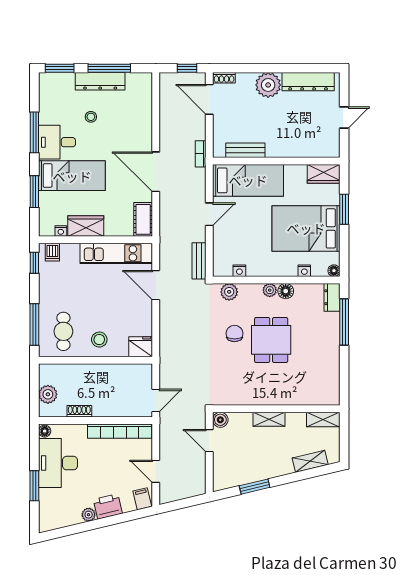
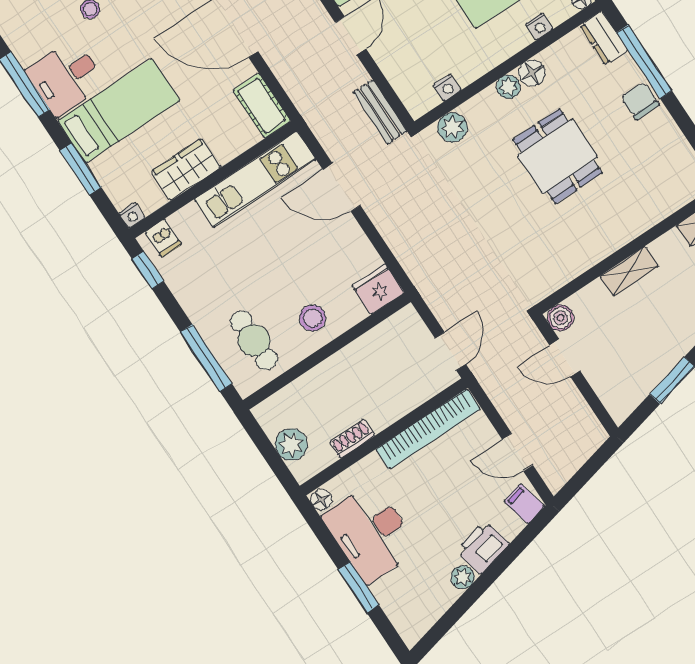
nightstand: (61, 231) -> (132, 216), moved
chair: (234, 333) -> (640, 101), moved

